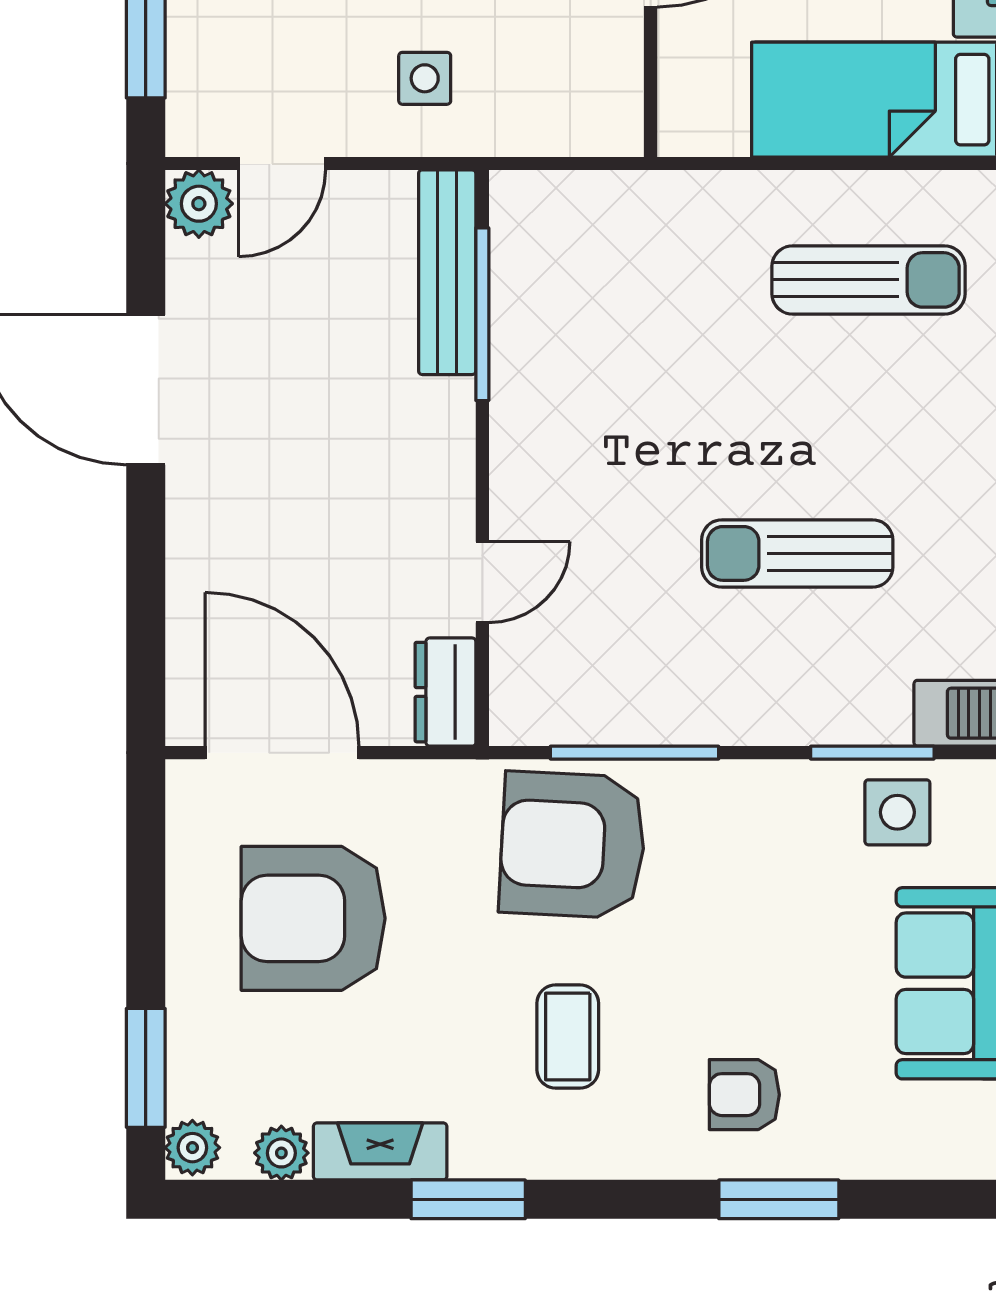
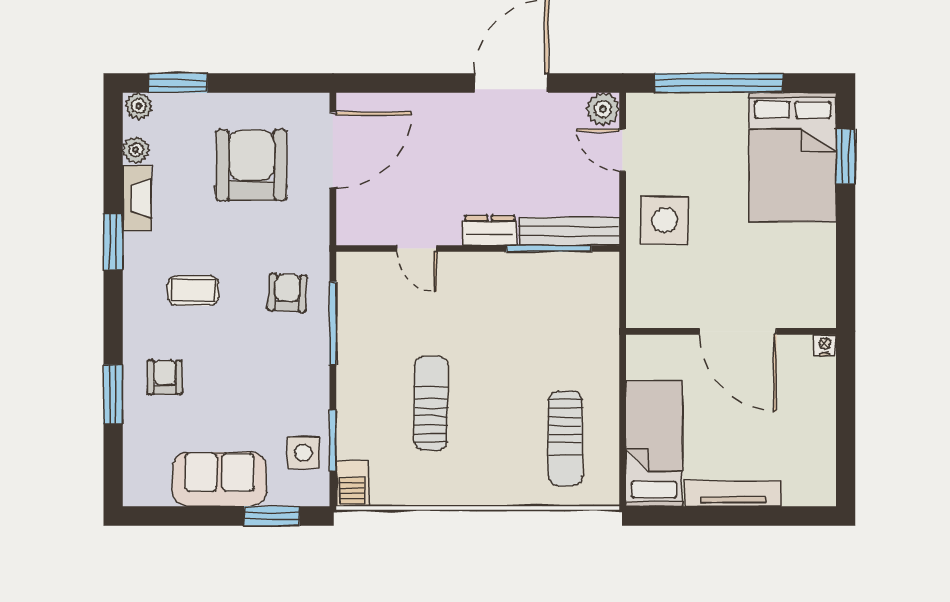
side table: (425, 78) -> (665, 220), width x1.87, depth x1.87
dresser: (445, 692) -> (490, 230), moved
armchair: (573, 845) -> (287, 293), width x0.53, depth x0.53

